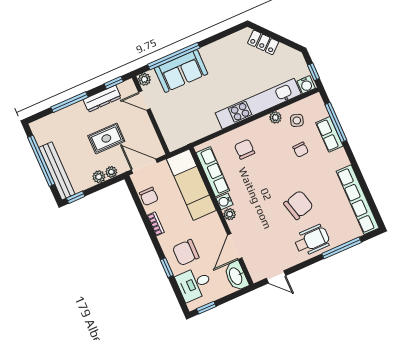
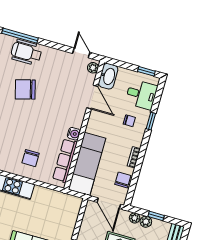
window: (76, 197) -> (156, 216), moved
plant: (230, 214) -> (93, 68), moved
wheelchair: (312, 240) -> (26, 52), moved
door: (235, 246) -> (92, 97), hinge flipped
chair: (186, 253) -> (129, 121), width x0.54, depth x0.54

